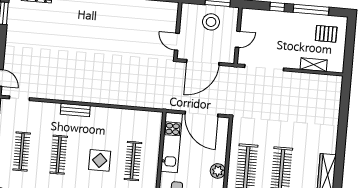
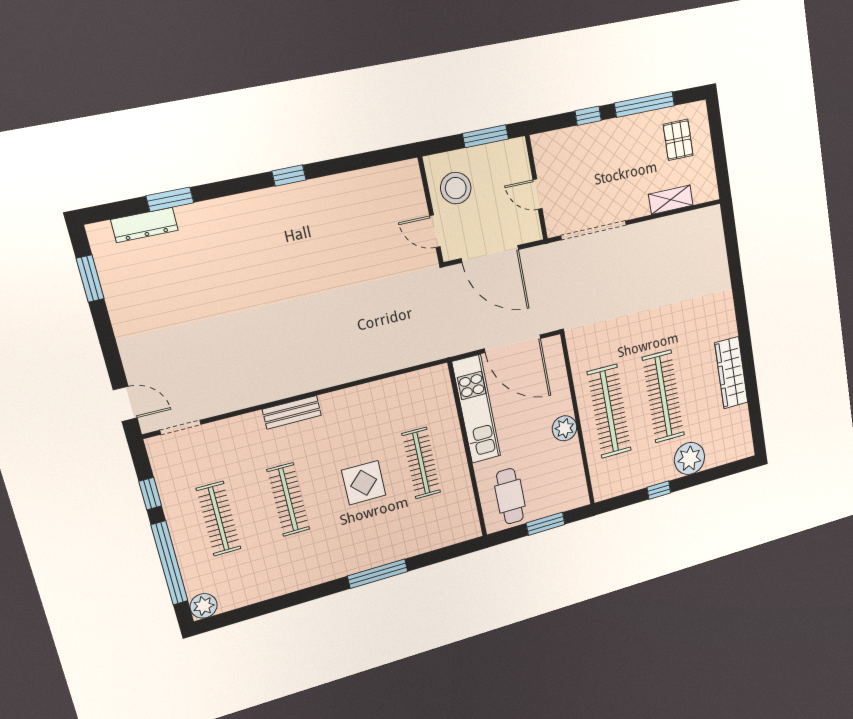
stool: (211, 22) -> (456, 188), moved
pallet: (326, 34) -> (678, 140), turned 90
door: (238, 39) -> (537, 194), swing flipped
door: (203, 62) -> (490, 254), hinge flipped

